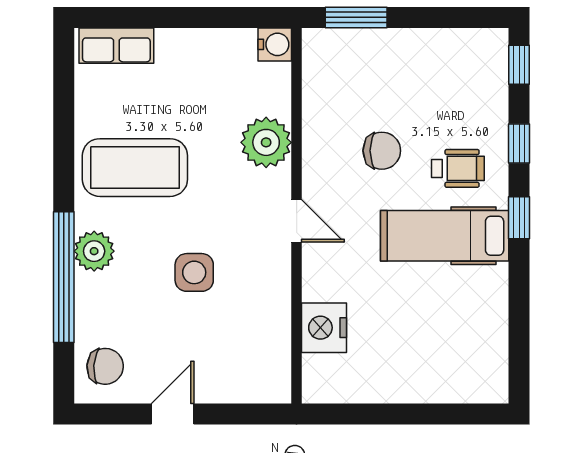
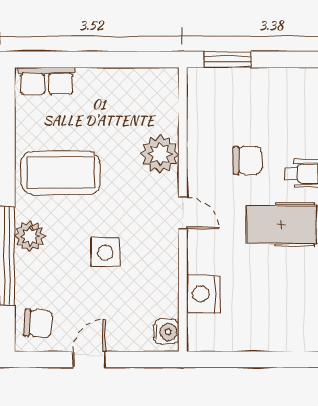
water cooler: (275, 44) -> (166, 332), moved

